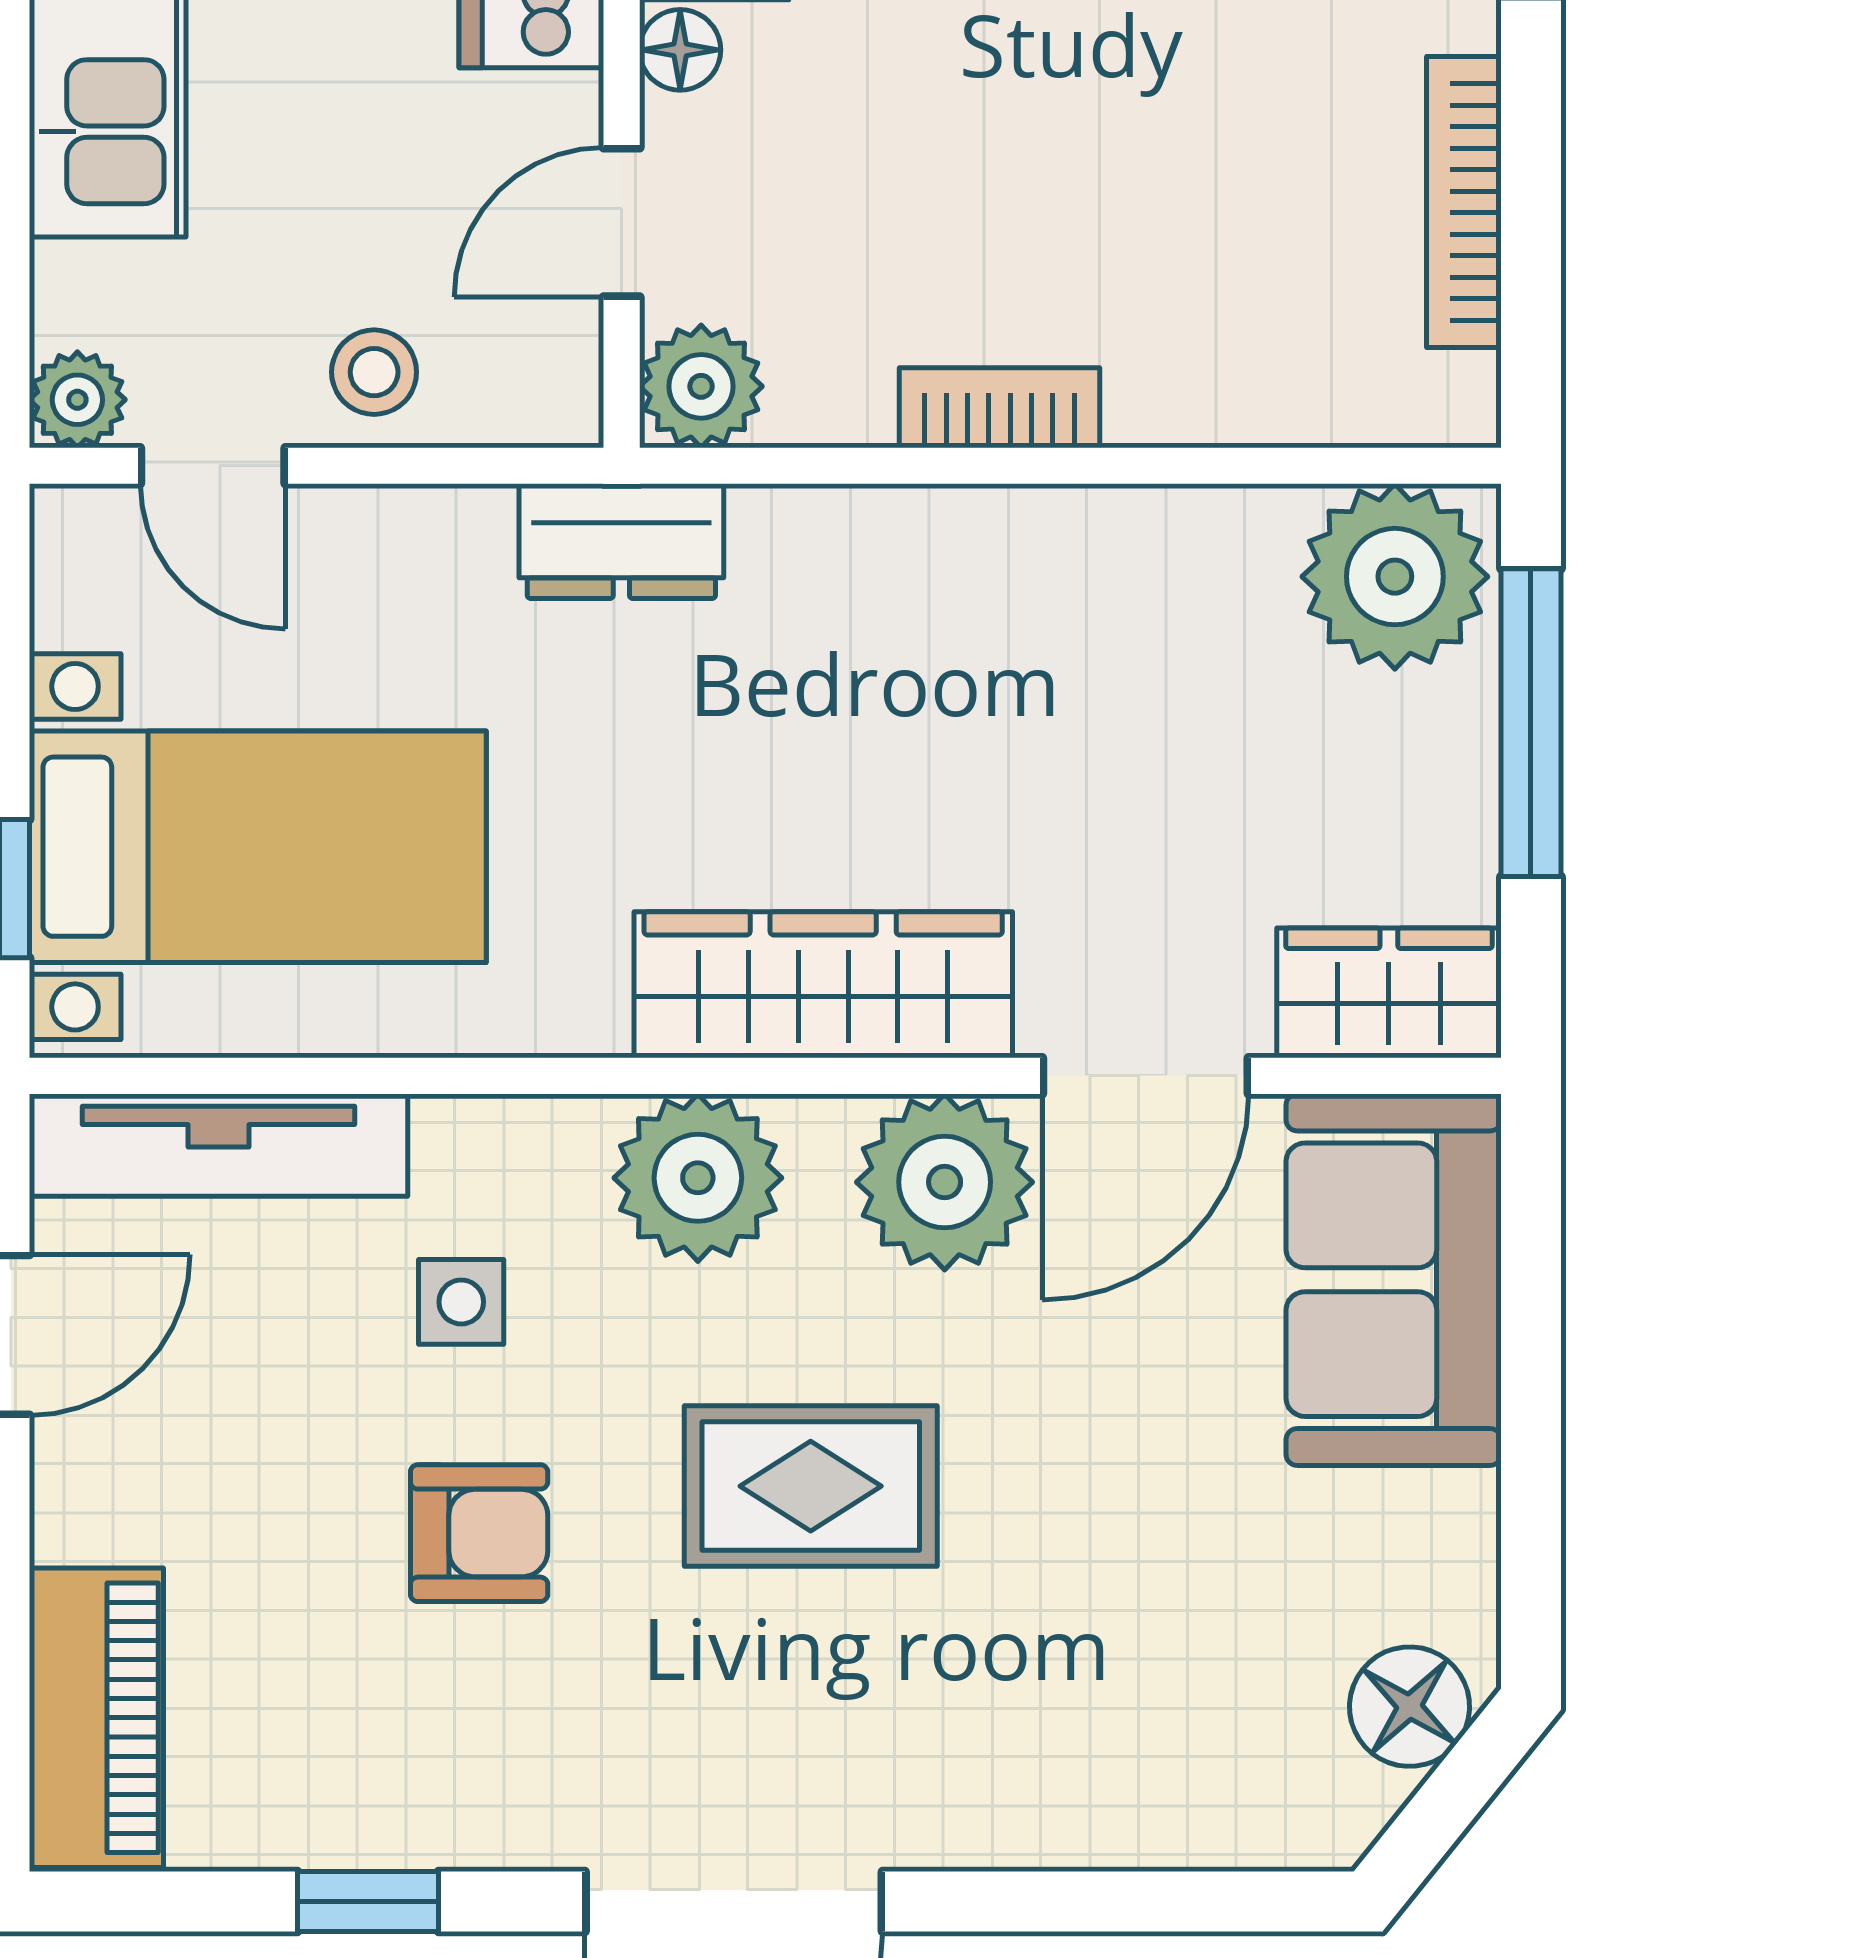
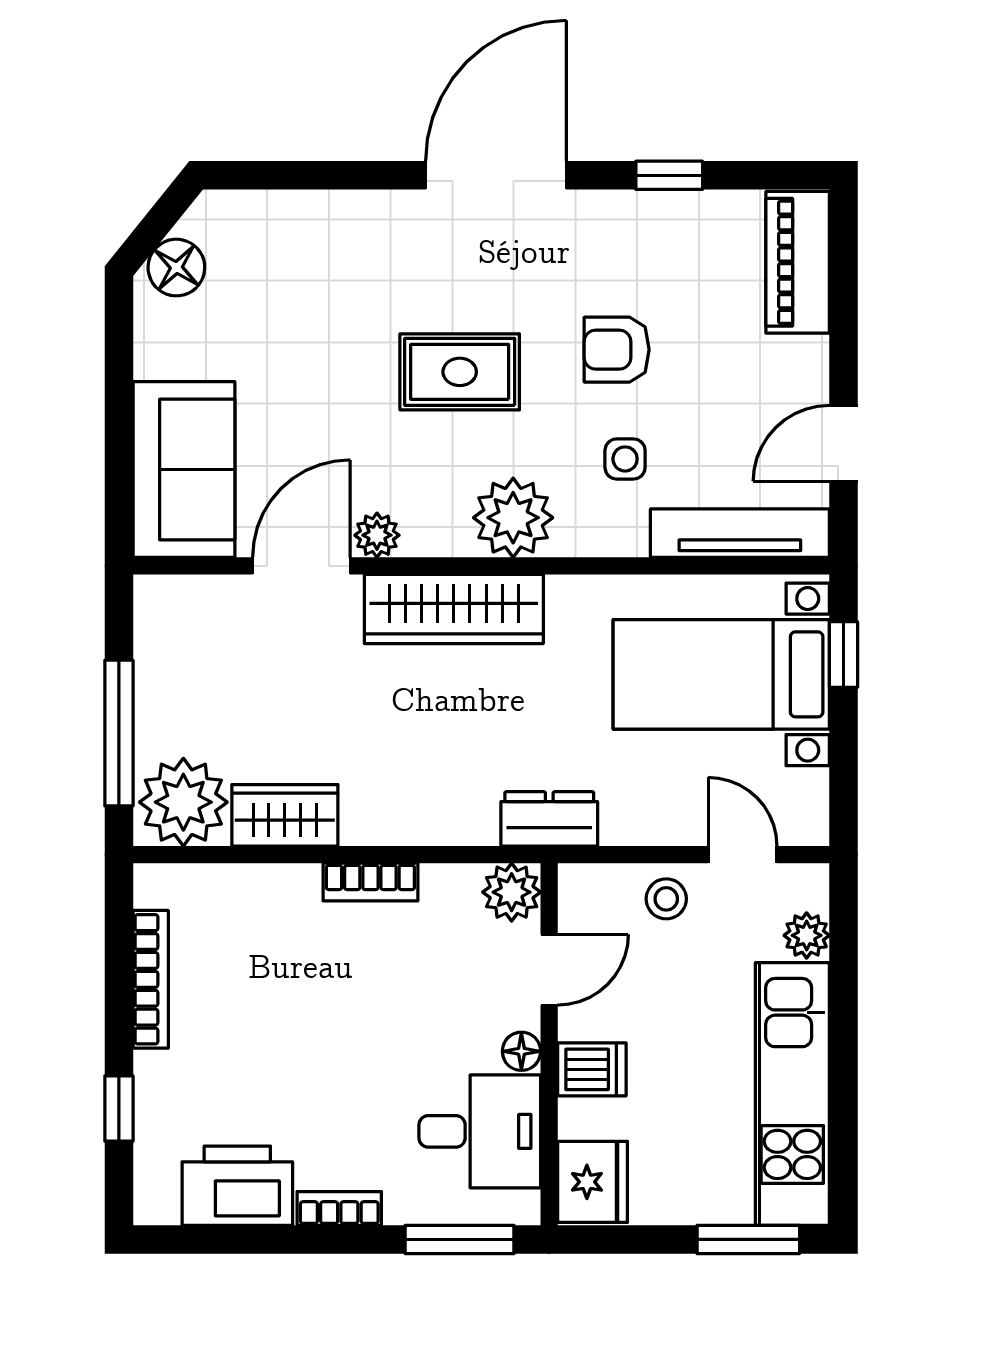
plant: (77, 400) -> (807, 935), moved
wardrobe: (1389, 993) -> (285, 815), moved, turned 180
plant: (945, 1182) -> (377, 535), width x0.53, depth x0.53

